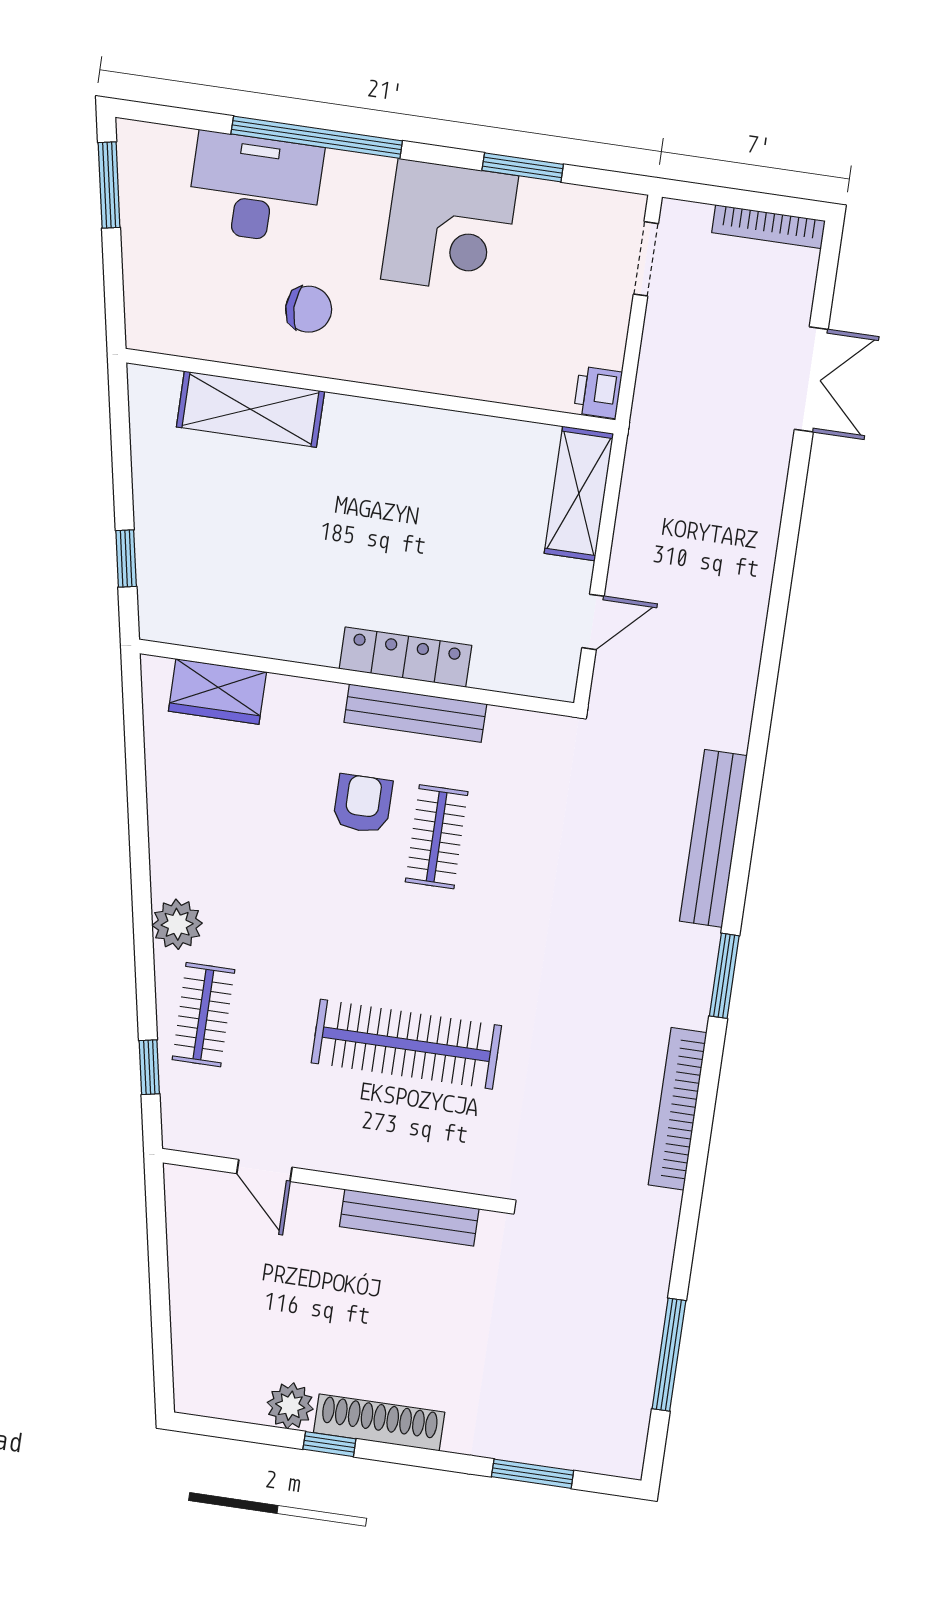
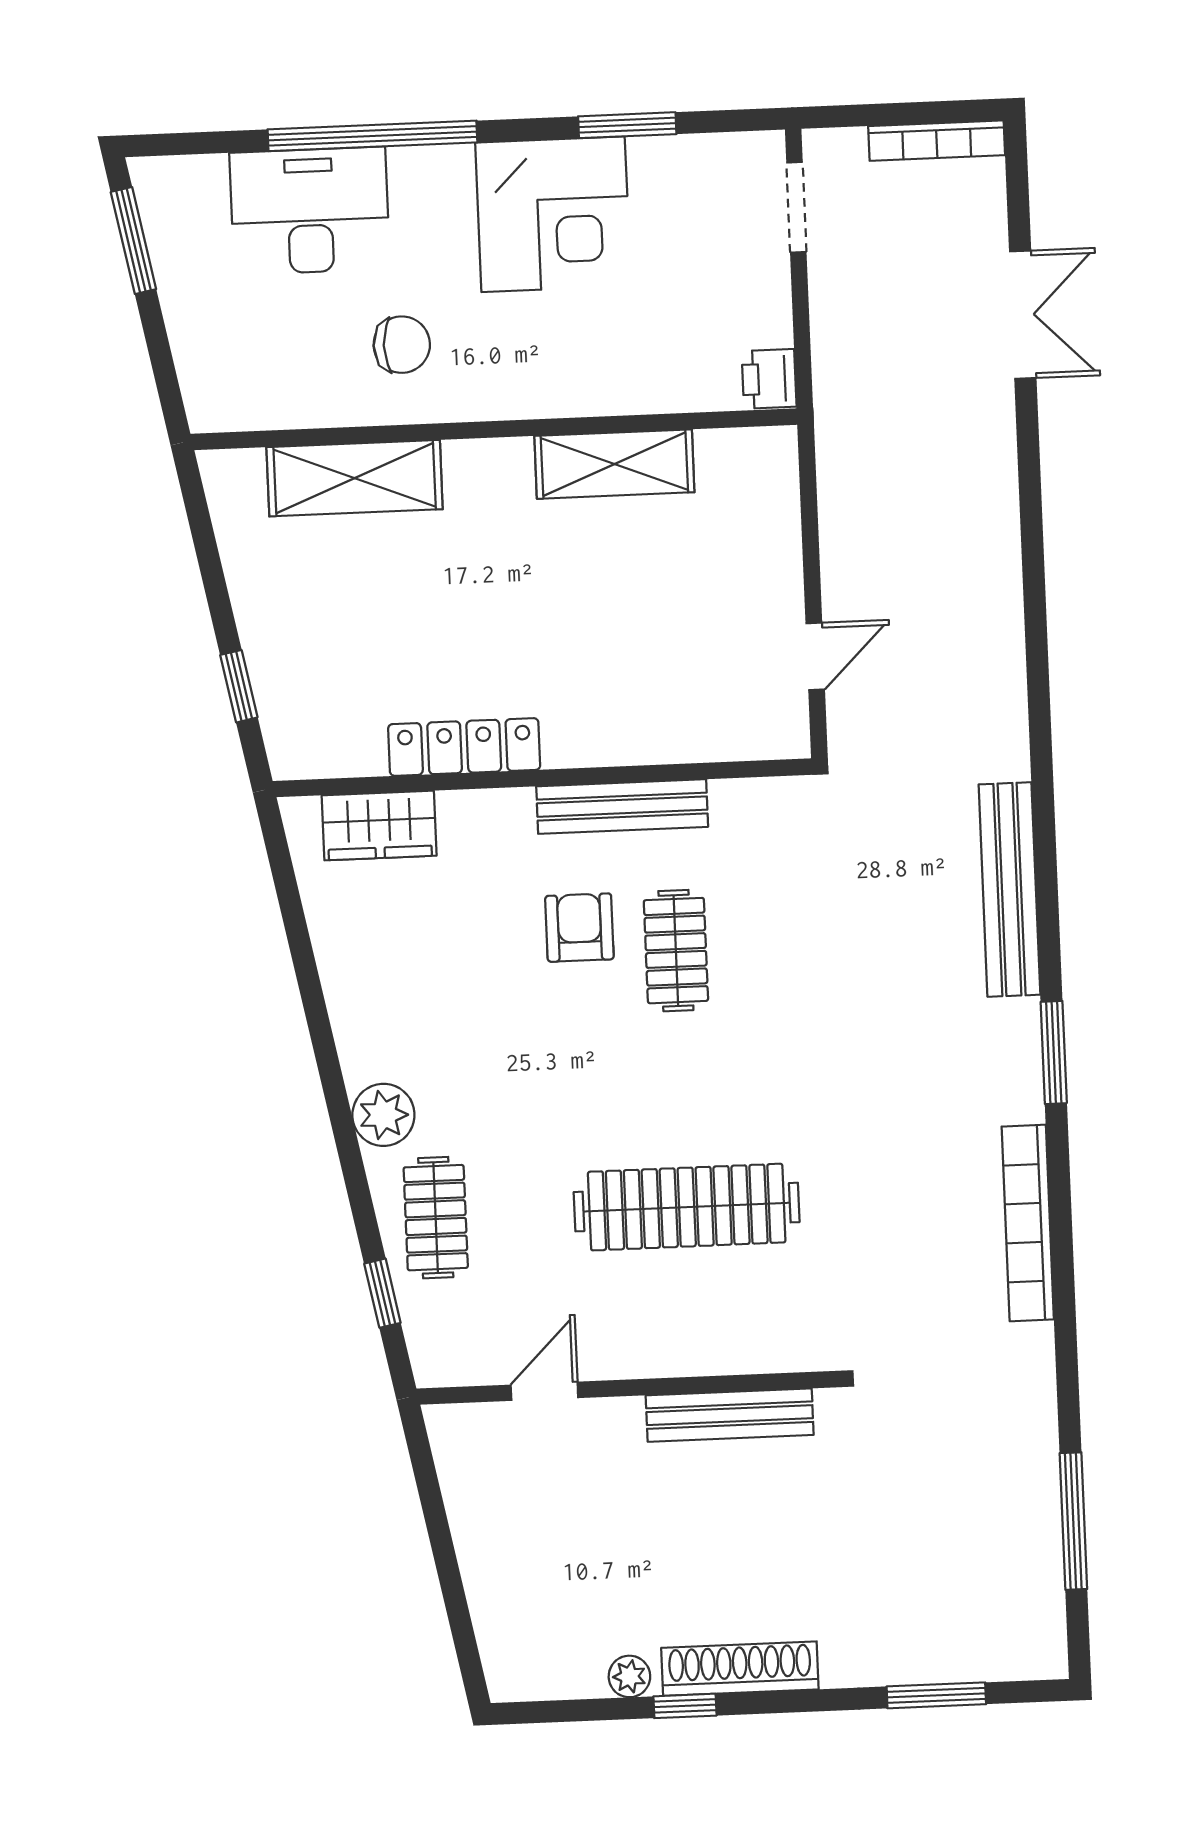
shelving: (579, 493) -> (614, 464), moved, turned 90
locker: (405, 657) -> (464, 747), moved
door: (264, 1170) -> (544, 1391), swing flipped
plant: (290, 1406) -> (629, 1676), width x0.73, depth x0.73

